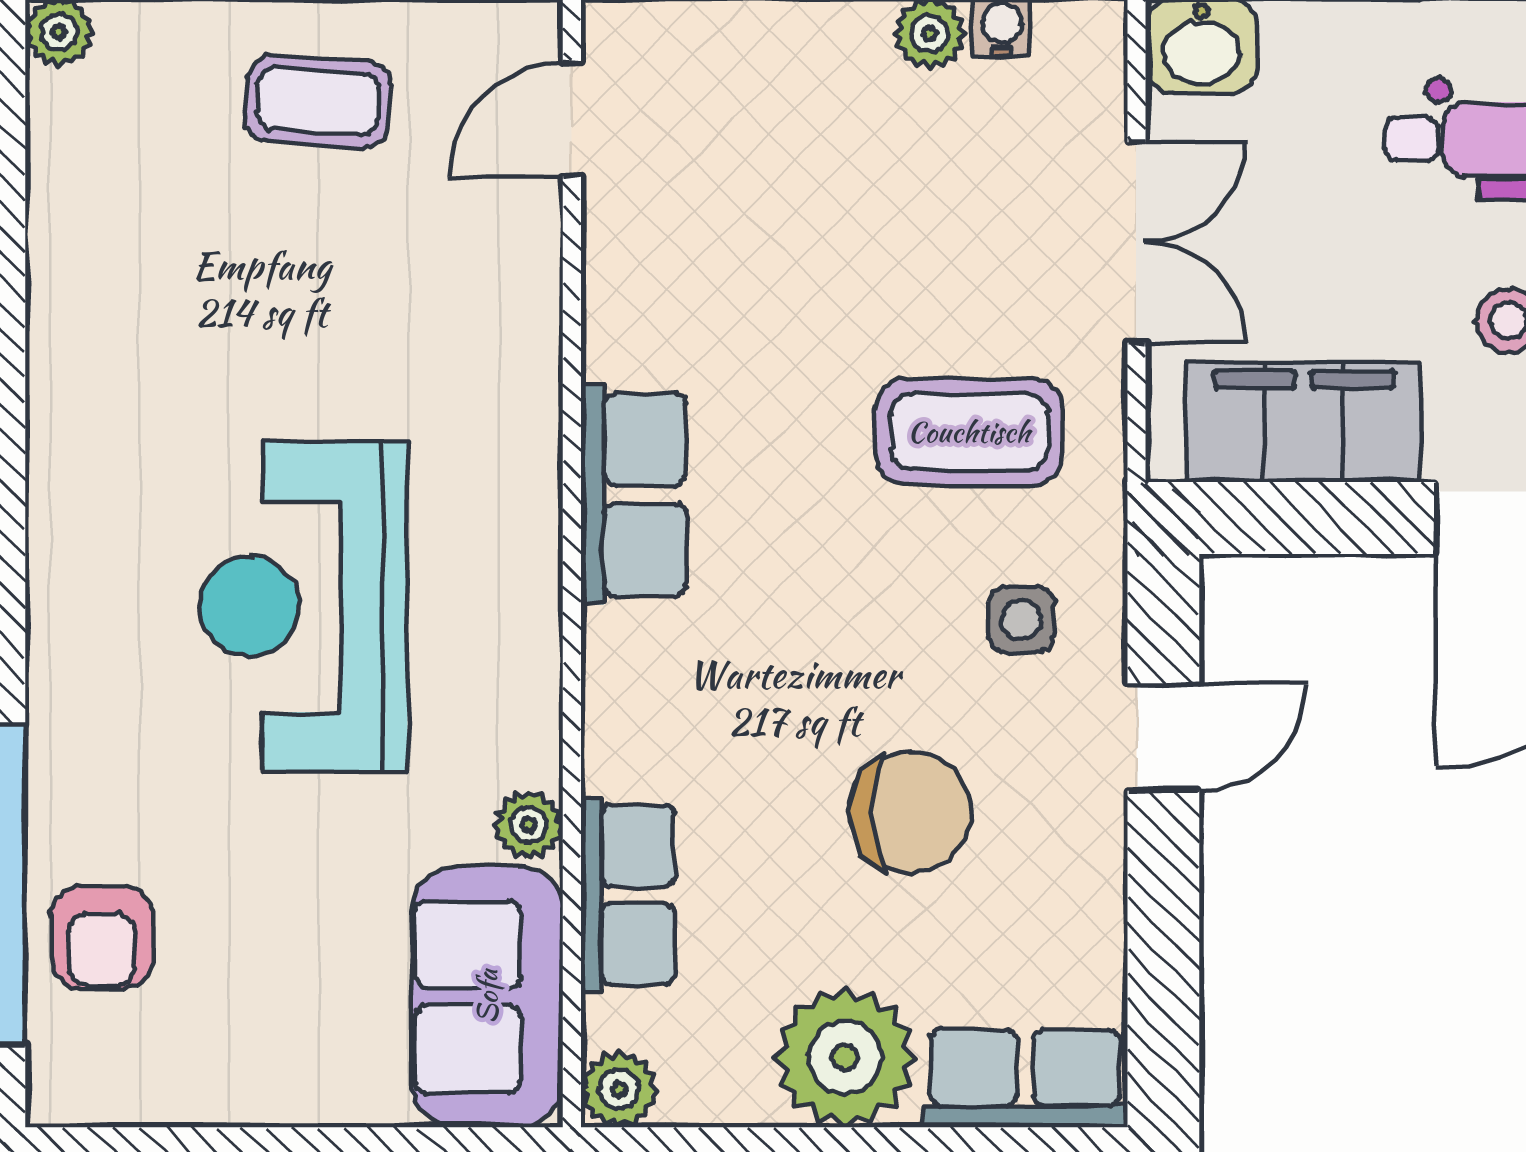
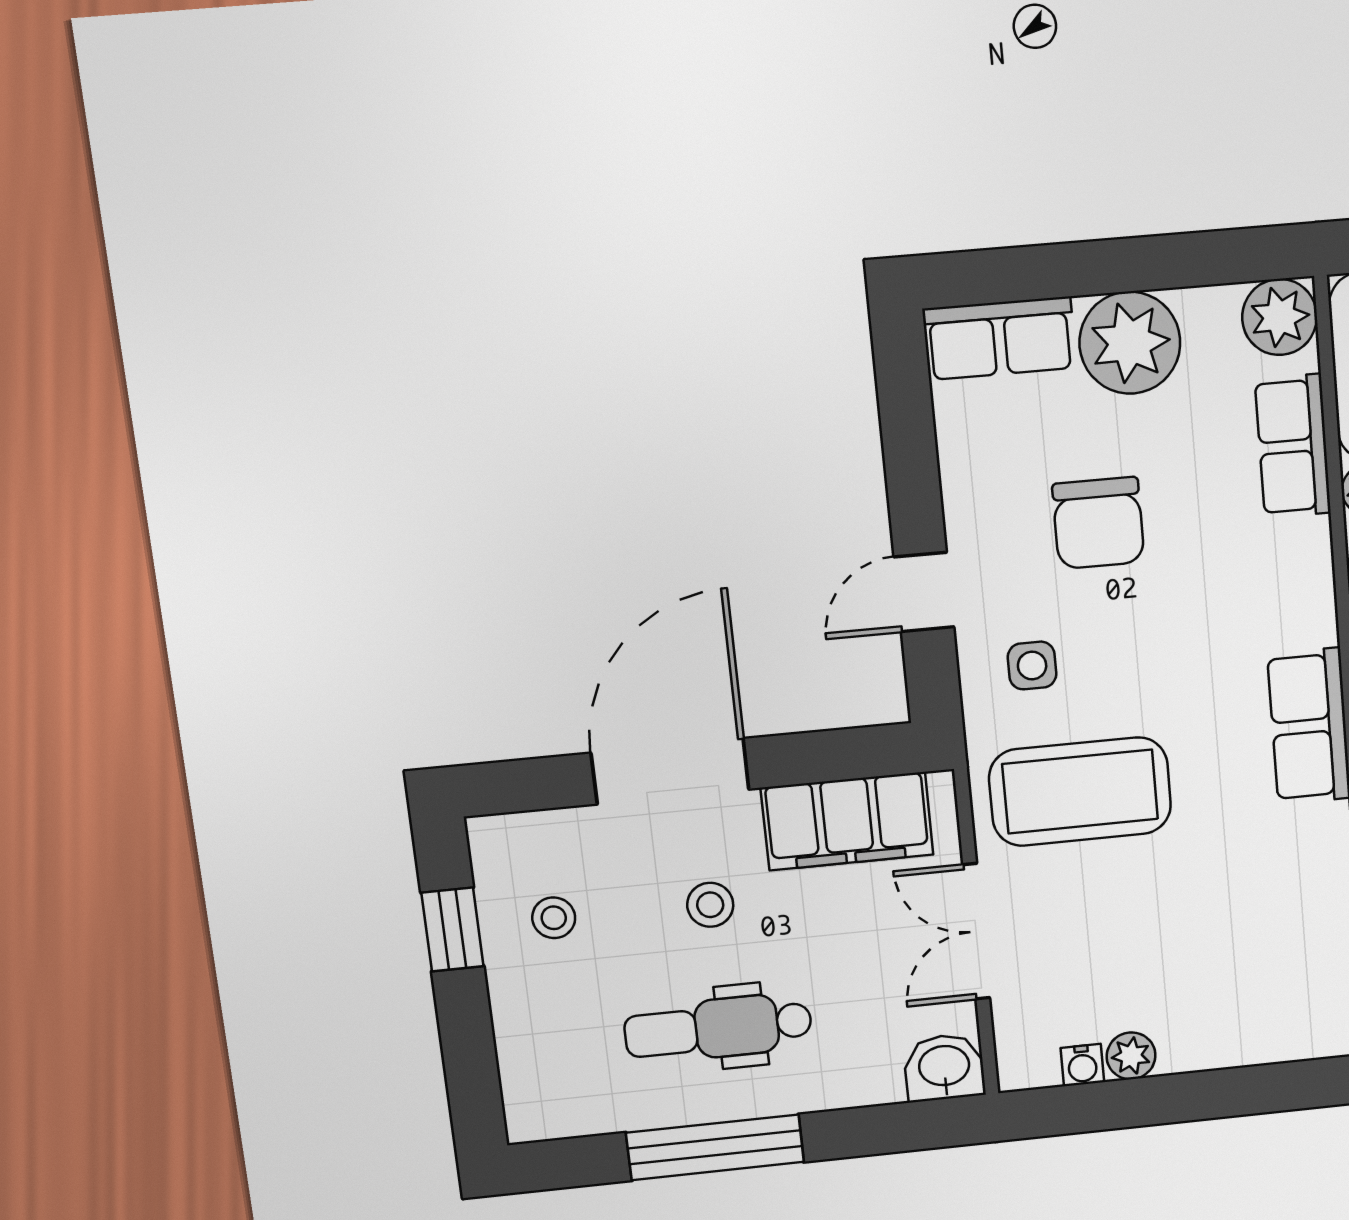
coffee table: (969, 432) -> (1080, 792), width x1.36, depth x1.32
chair: (910, 812) -> (1098, 523), turned -90
plant: (619, 1089) -> (1280, 317), width x1.38, depth x1.38

